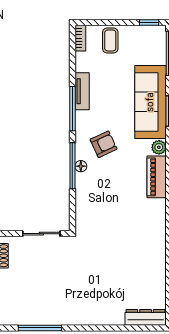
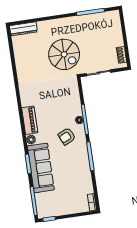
coffee table: (110, 40) -> (72, 204), removed
tv unit: (82, 91) -> (86, 168), removed
spiral stairs: (89, 269) -> (64, 54), added

